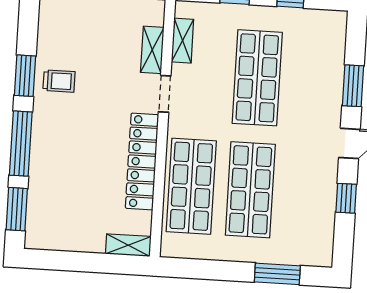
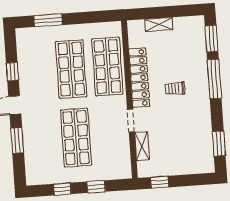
shelving: (183, 41) -> (124, 154), removed
window: (25, 76) -> (219, 144), moved
trolley: (59, 81) -> (175, 89), moved
shelving: (128, 245) -> (159, 24), moved

